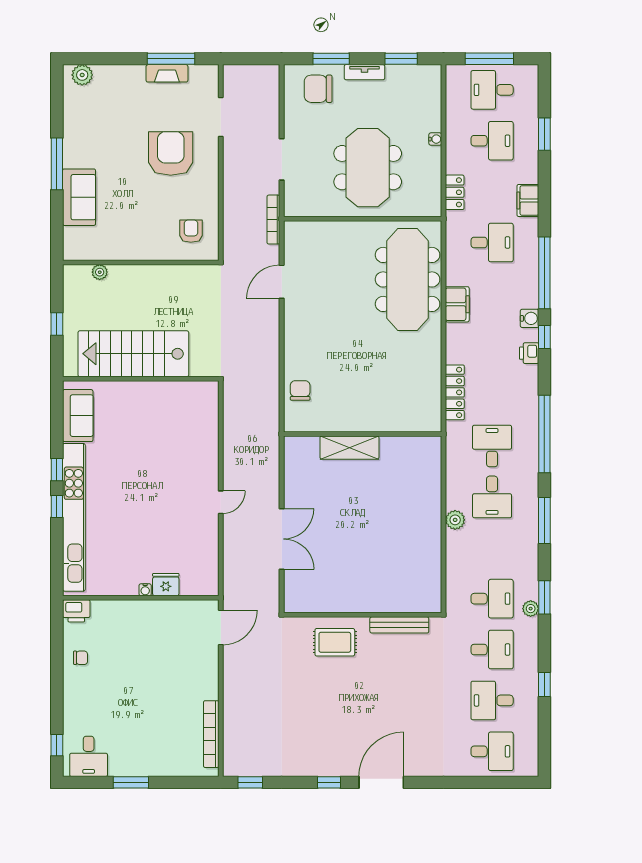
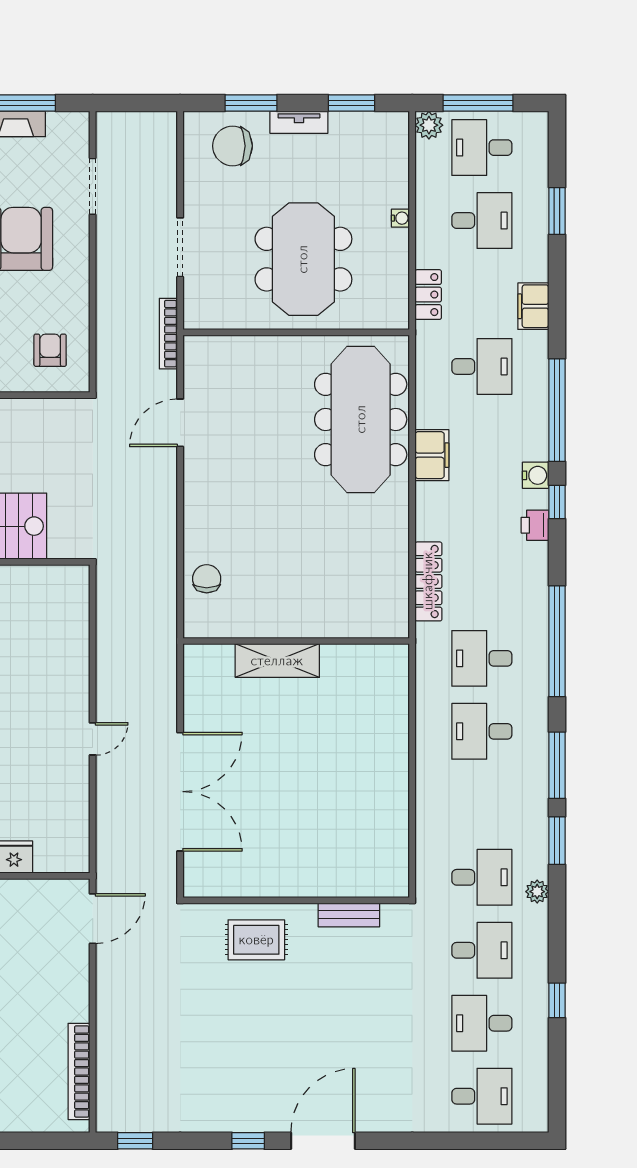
desk: (492, 446) -> (482, 658), turned -90
desk: (492, 497) -> (482, 731), turned 90
plant: (455, 520) -> (429, 125), moved
double door: (282, 539) -> (180, 792), width x1.36
window: (544, 597) -> (557, 841), moved
bench: (399, 625) -> (349, 915), width x0.73

